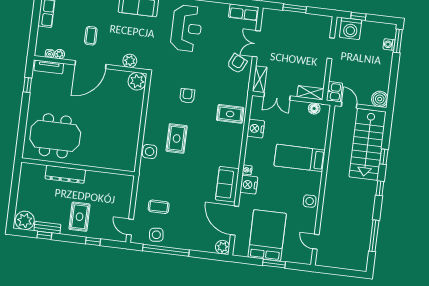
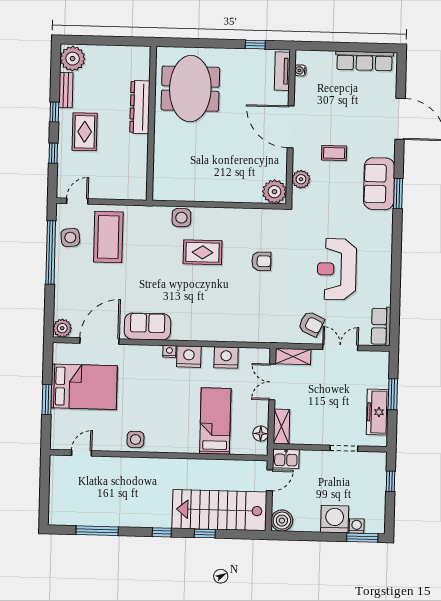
freezer: (307, 21) -> (377, 412), added
reception desk: (187, 28) -> (337, 269), moved, turned 90
washing machine: (351, 29) -> (335, 519), moved, turned 90
coffee table: (91, 36) -> (334, 153), moved
plant: (60, 54) -> (301, 84), removed
rug: (230, 114) -> (242, 321), removed
bed: (300, 158) -> (215, 421), moved
nightstand: (249, 185) -> (189, 357), moved
coffee table: (159, 207) -> (108, 237), width x1.86, depth x1.72
rug: (80, 217) -> (85, 132), turned 90
window: (44, 235) -> (54, 112), moved

